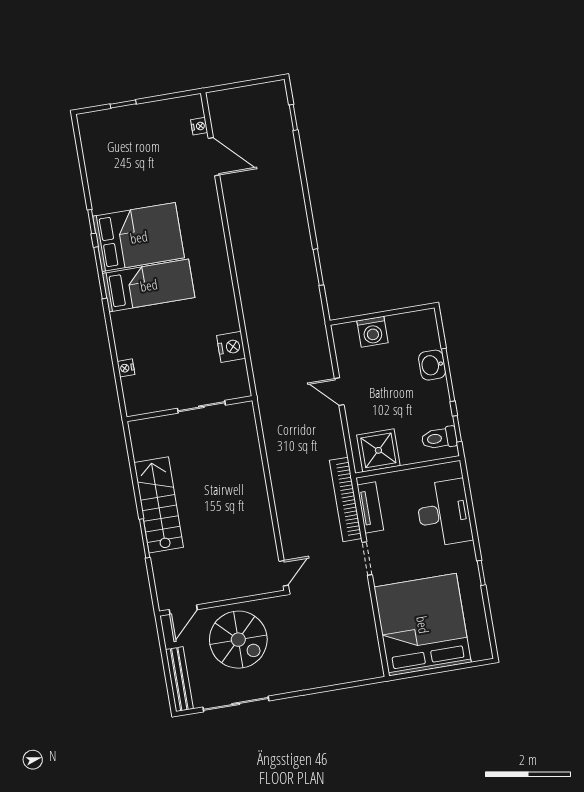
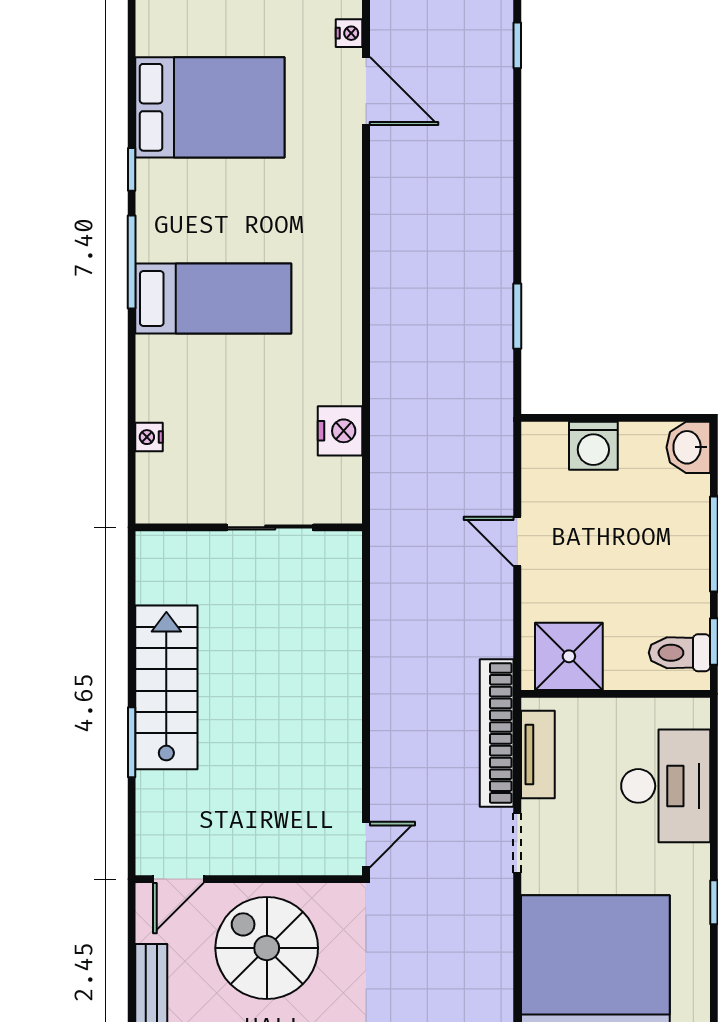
bed: (139, 237) -> (210, 107), moved
washbasin: (432, 365) -> (688, 447), moved
spiral stairs: (238, 640) -> (267, 948), turned 180

